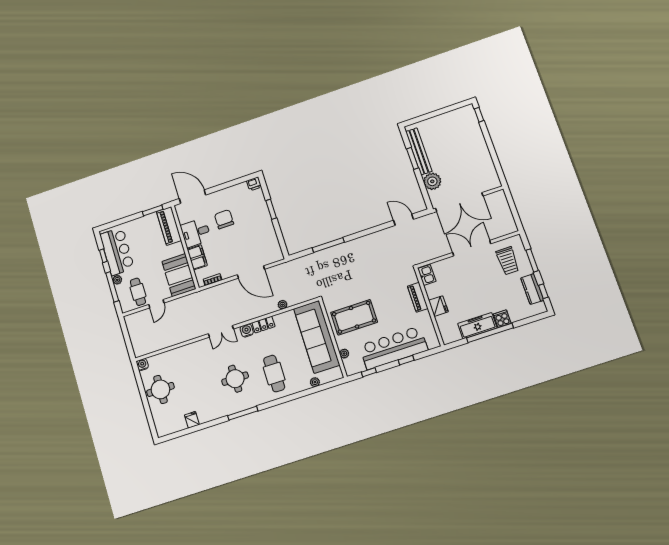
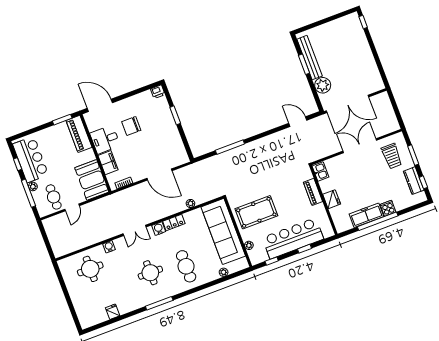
chair: (224, 219) -> (131, 126), turned -90
water cooler: (142, 365) -> (109, 247), moved
round table: (160, 389) -> (90, 269), moved

